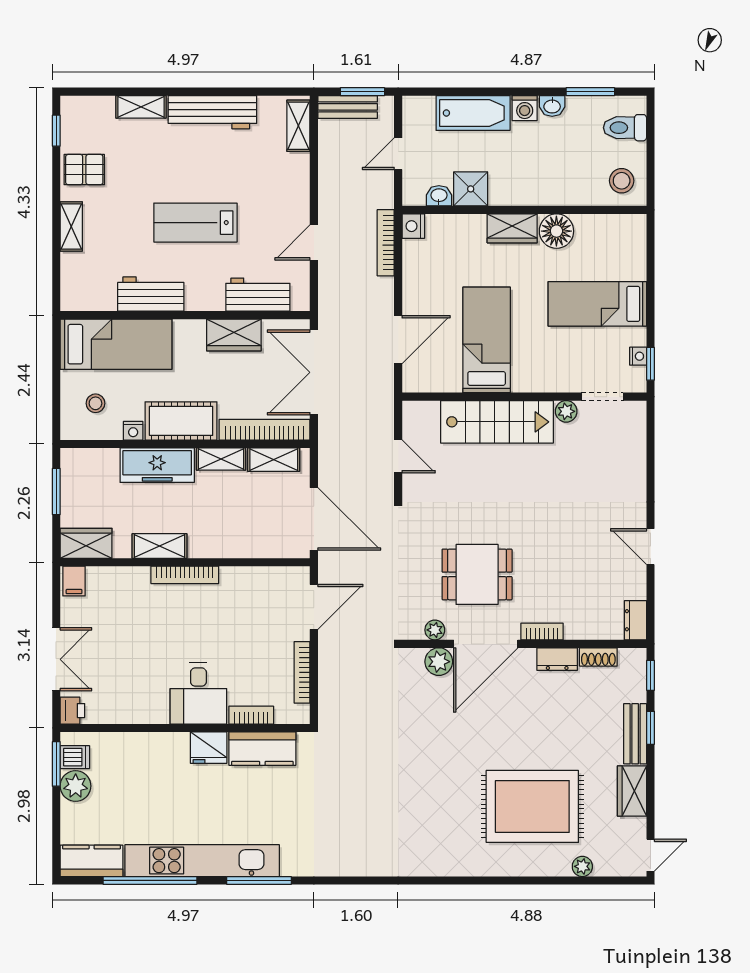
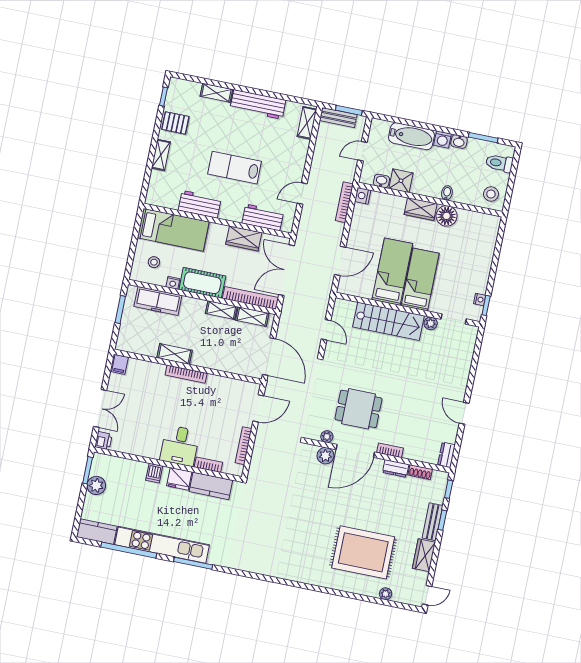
bidet: (549, 194) -> (447, 193), added
bed: (597, 304) -> (420, 280), moved, turned 90
freezer: (157, 465) -> (158, 301), moved
wardrobe: (86, 543) -> (132, 344), removed
dishwasher: (75, 757) -> (154, 473), moved, turned 90

